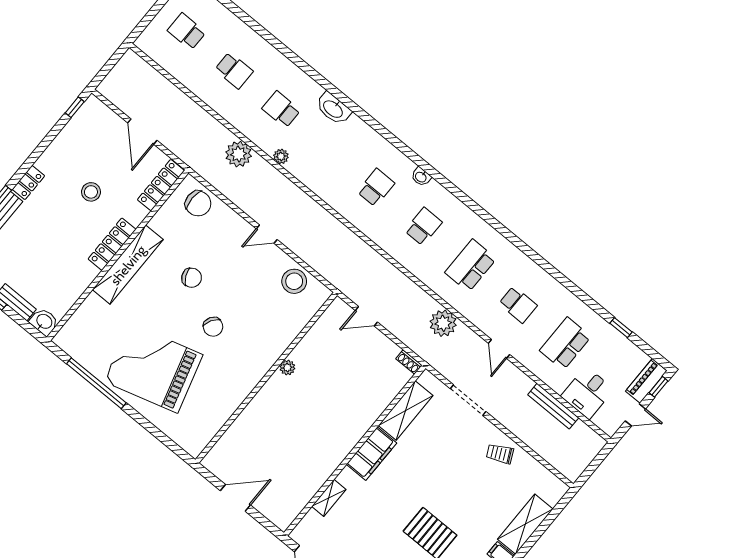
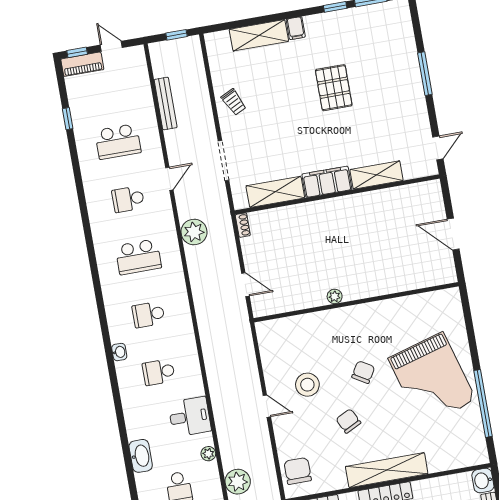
stool: (294, 281) -> (307, 385), moved
school desk: (518, 305) -> (128, 199), turned -90
desk: (587, 393) -> (190, 417), moved
window: (591, 468) -> (177, 35), added
shelving: (329, 498) -> (377, 175), width x1.50, depth x1.33

